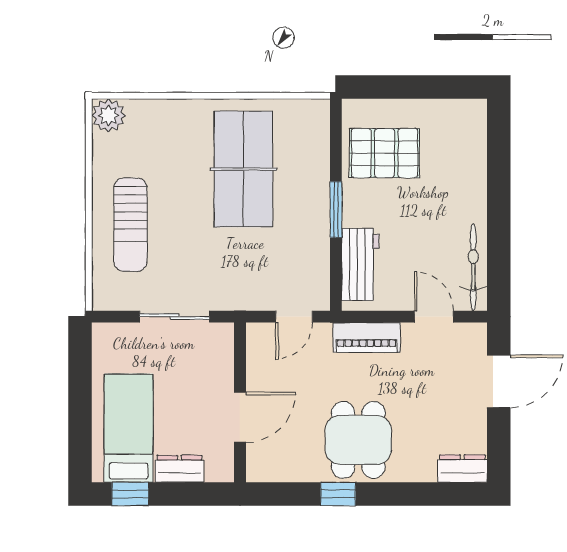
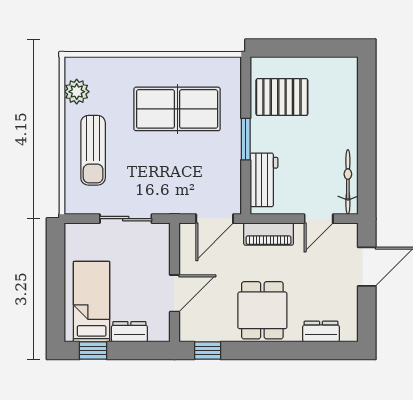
plant: (108, 115) -> (77, 92), moved
table tennis table: (243, 169) -> (177, 109), turned 90
door: (294, 317) -> (215, 219), width x1.38
door: (434, 317) -> (319, 219), swing flipped
dresser: (462, 468) -> (321, 332), moved
window: (338, 494) -> (208, 350), moved

